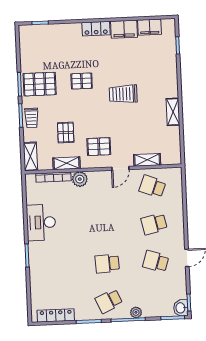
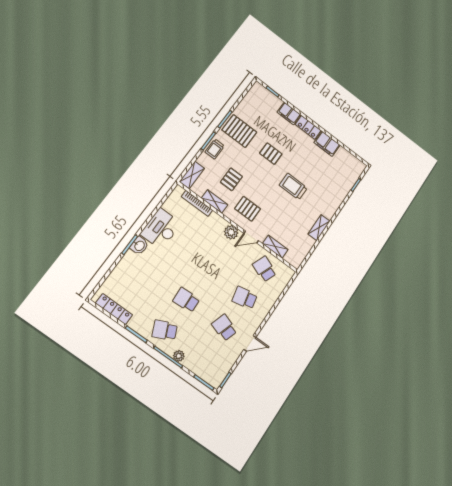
filing cabinet: (149, 27) -> (289, 113), moved
plant: (80, 179) -> (231, 232), moved
washbasin: (181, 308) -> (139, 246), moved, turned 180

